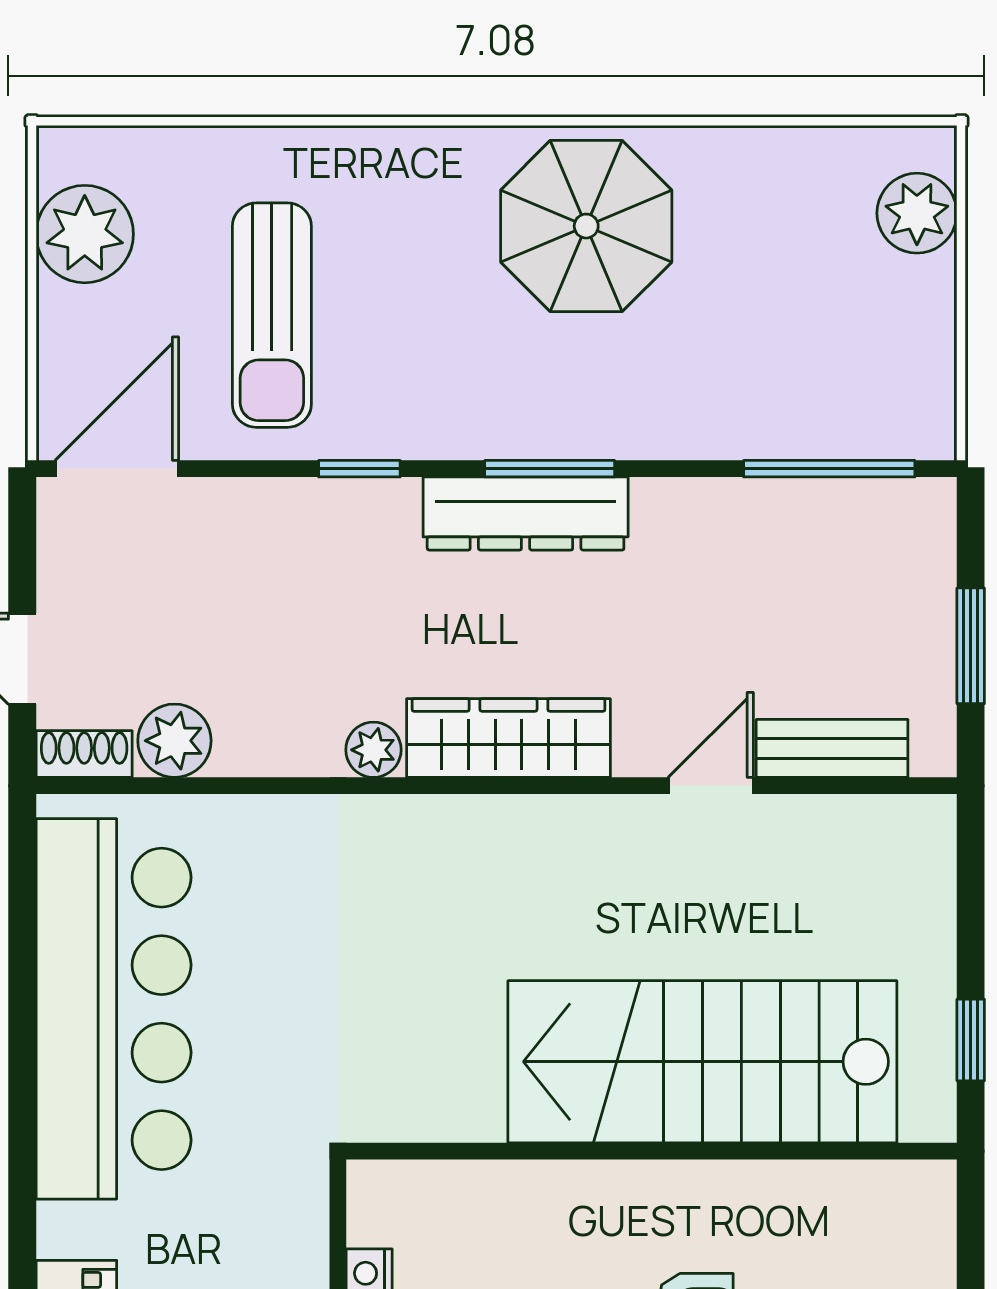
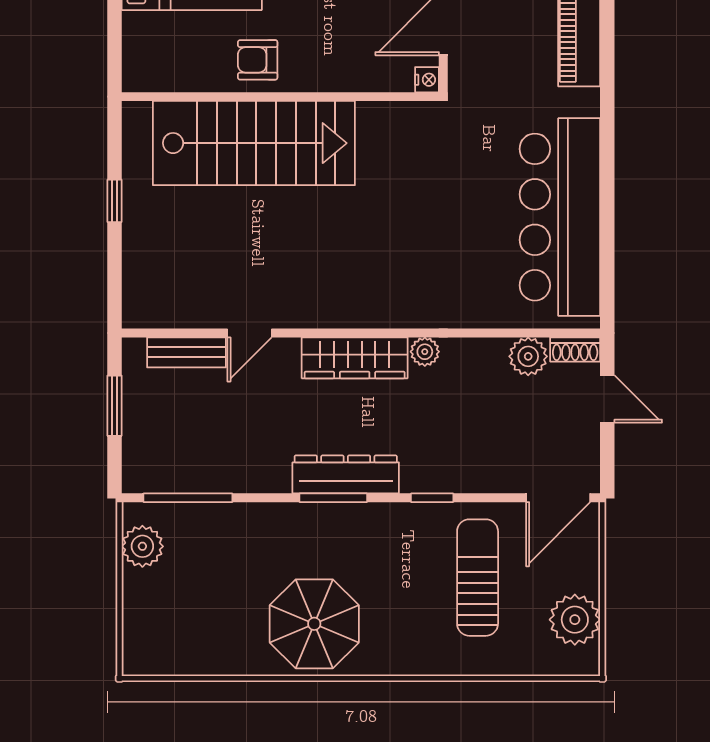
plant: (917, 213) -> (142, 546), moved
stairs: (702, 1062) -> (254, 143), moved
wall: (652, 1151) -> (280, 97), moved

